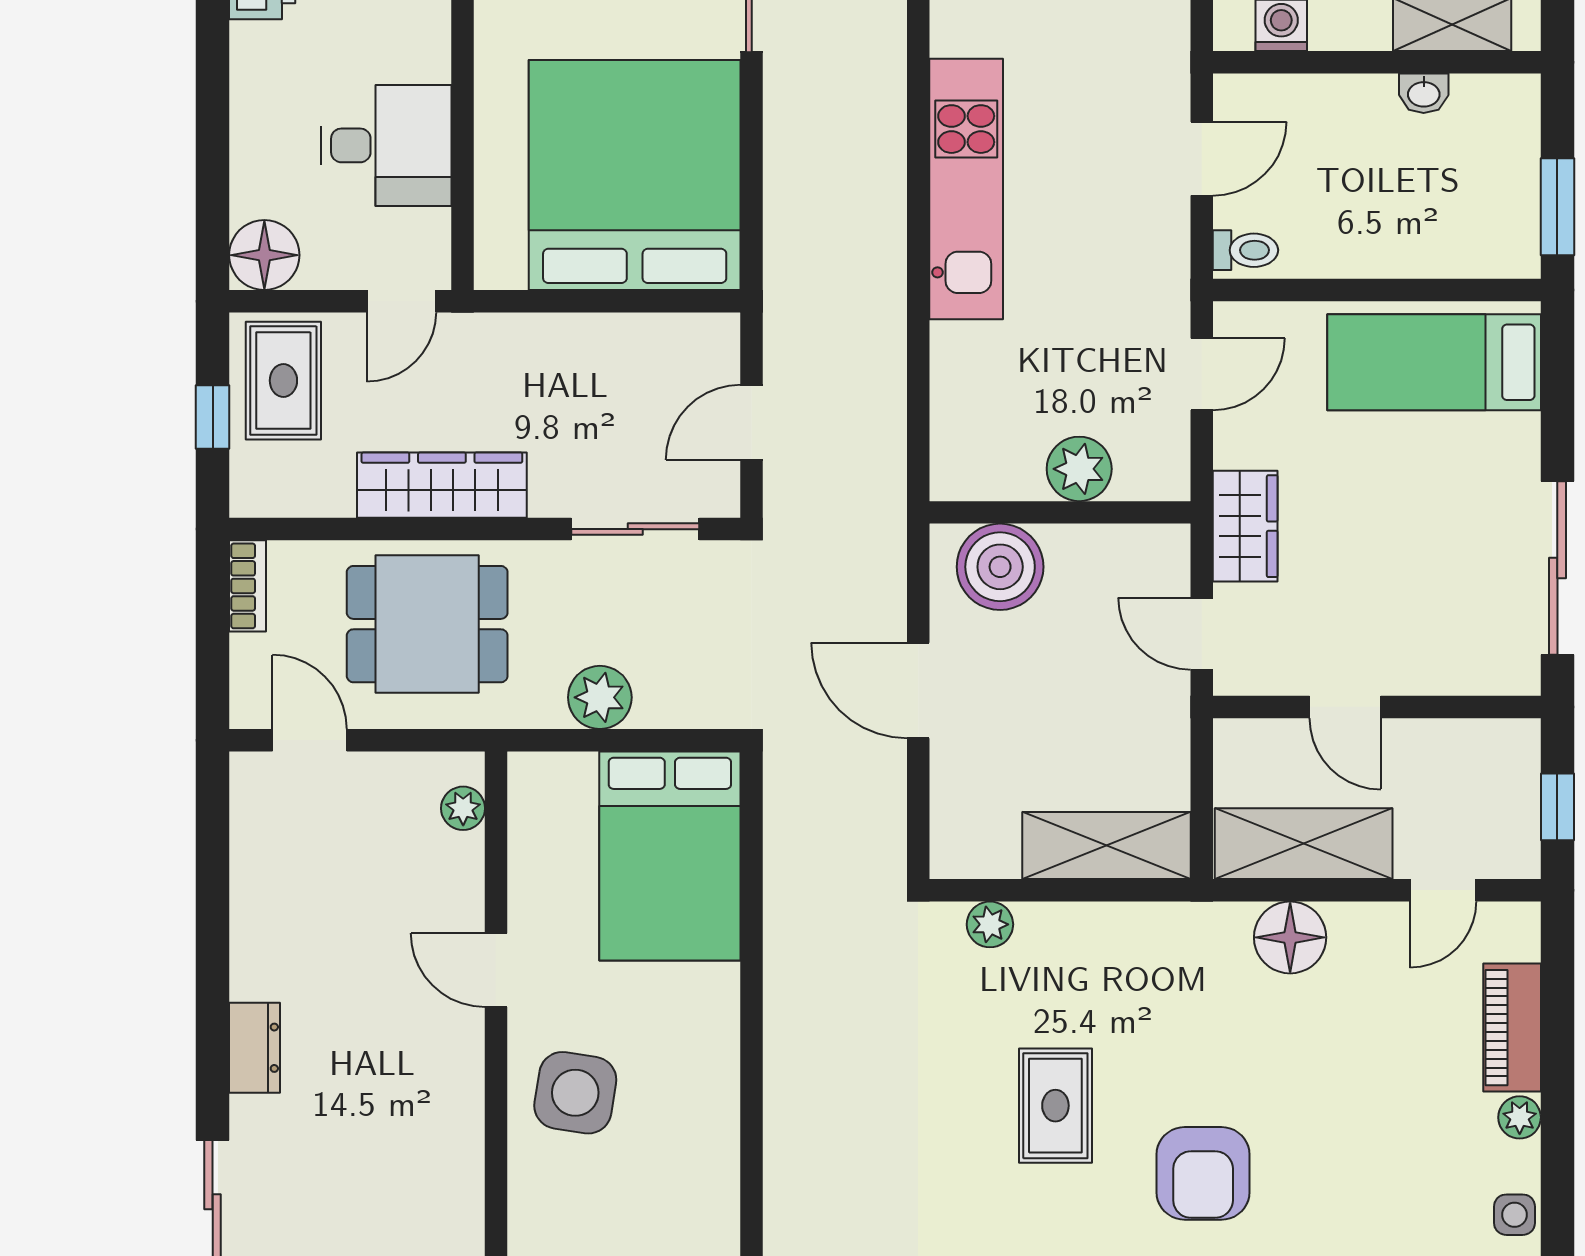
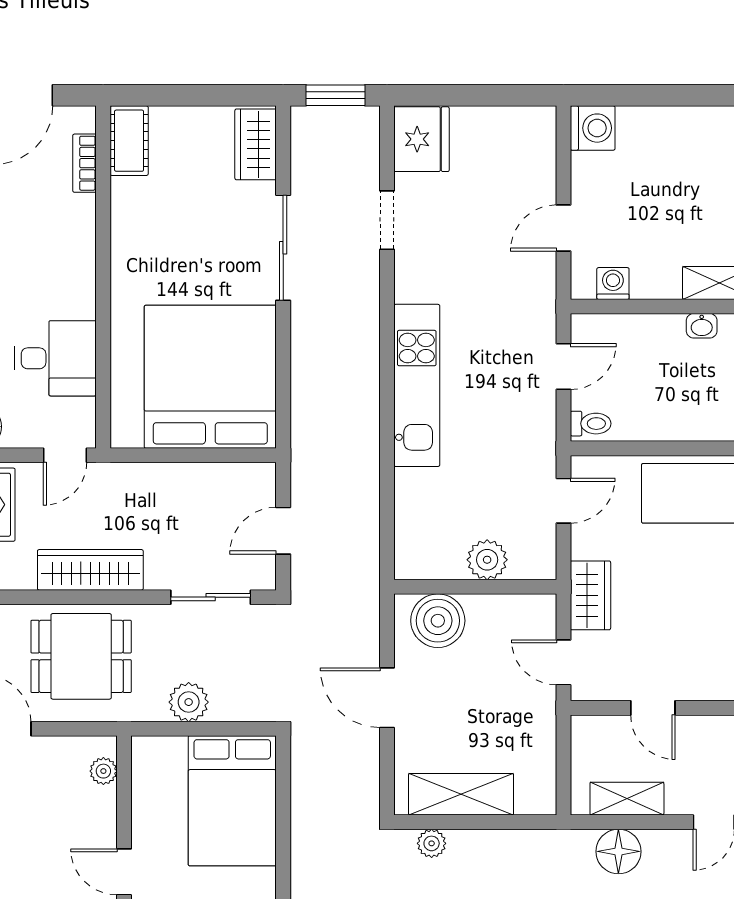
shelving: (1304, 844) -> (627, 799), width x0.67, depth x0.75
shelving: (1106, 846) -> (461, 794), moved

